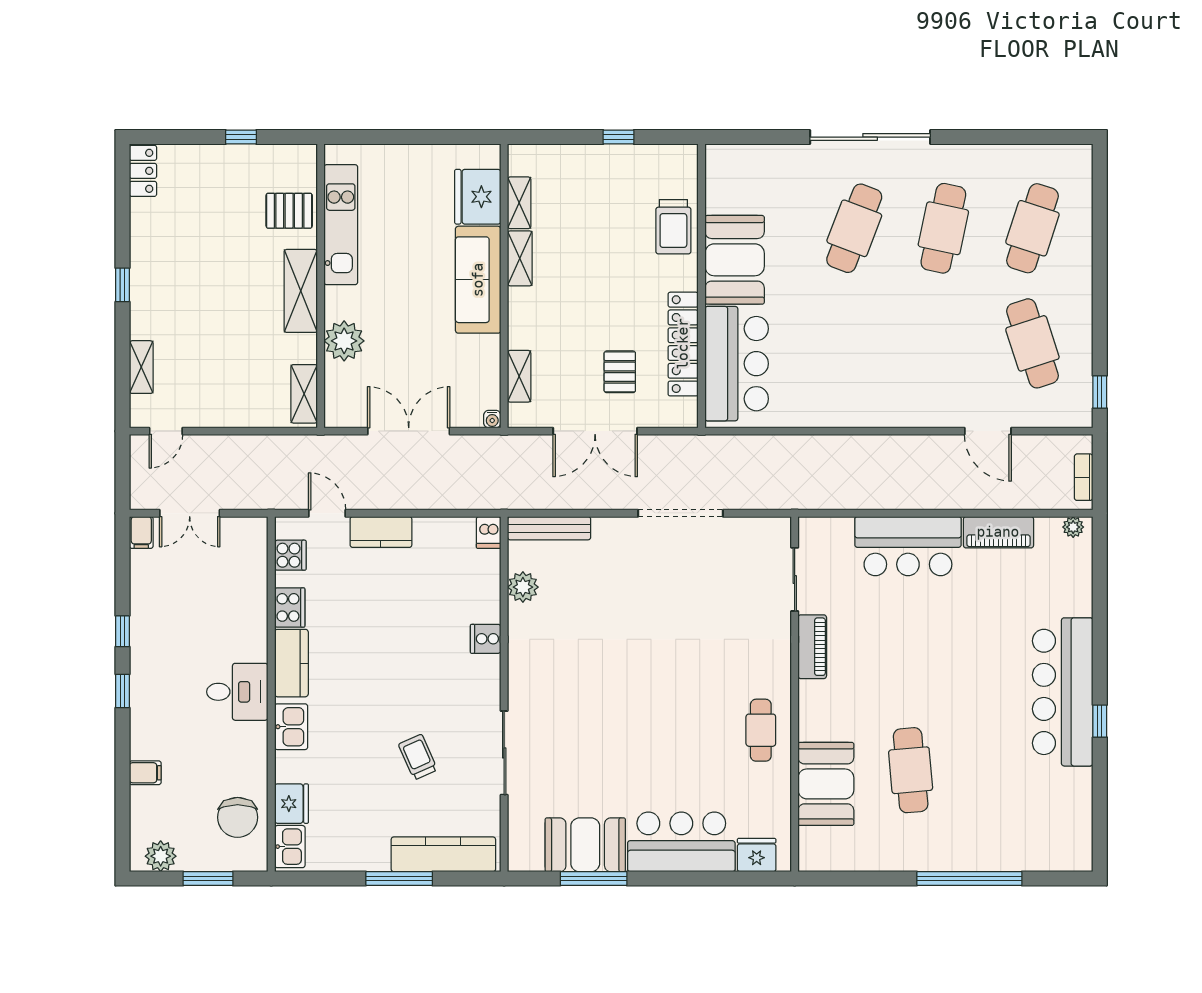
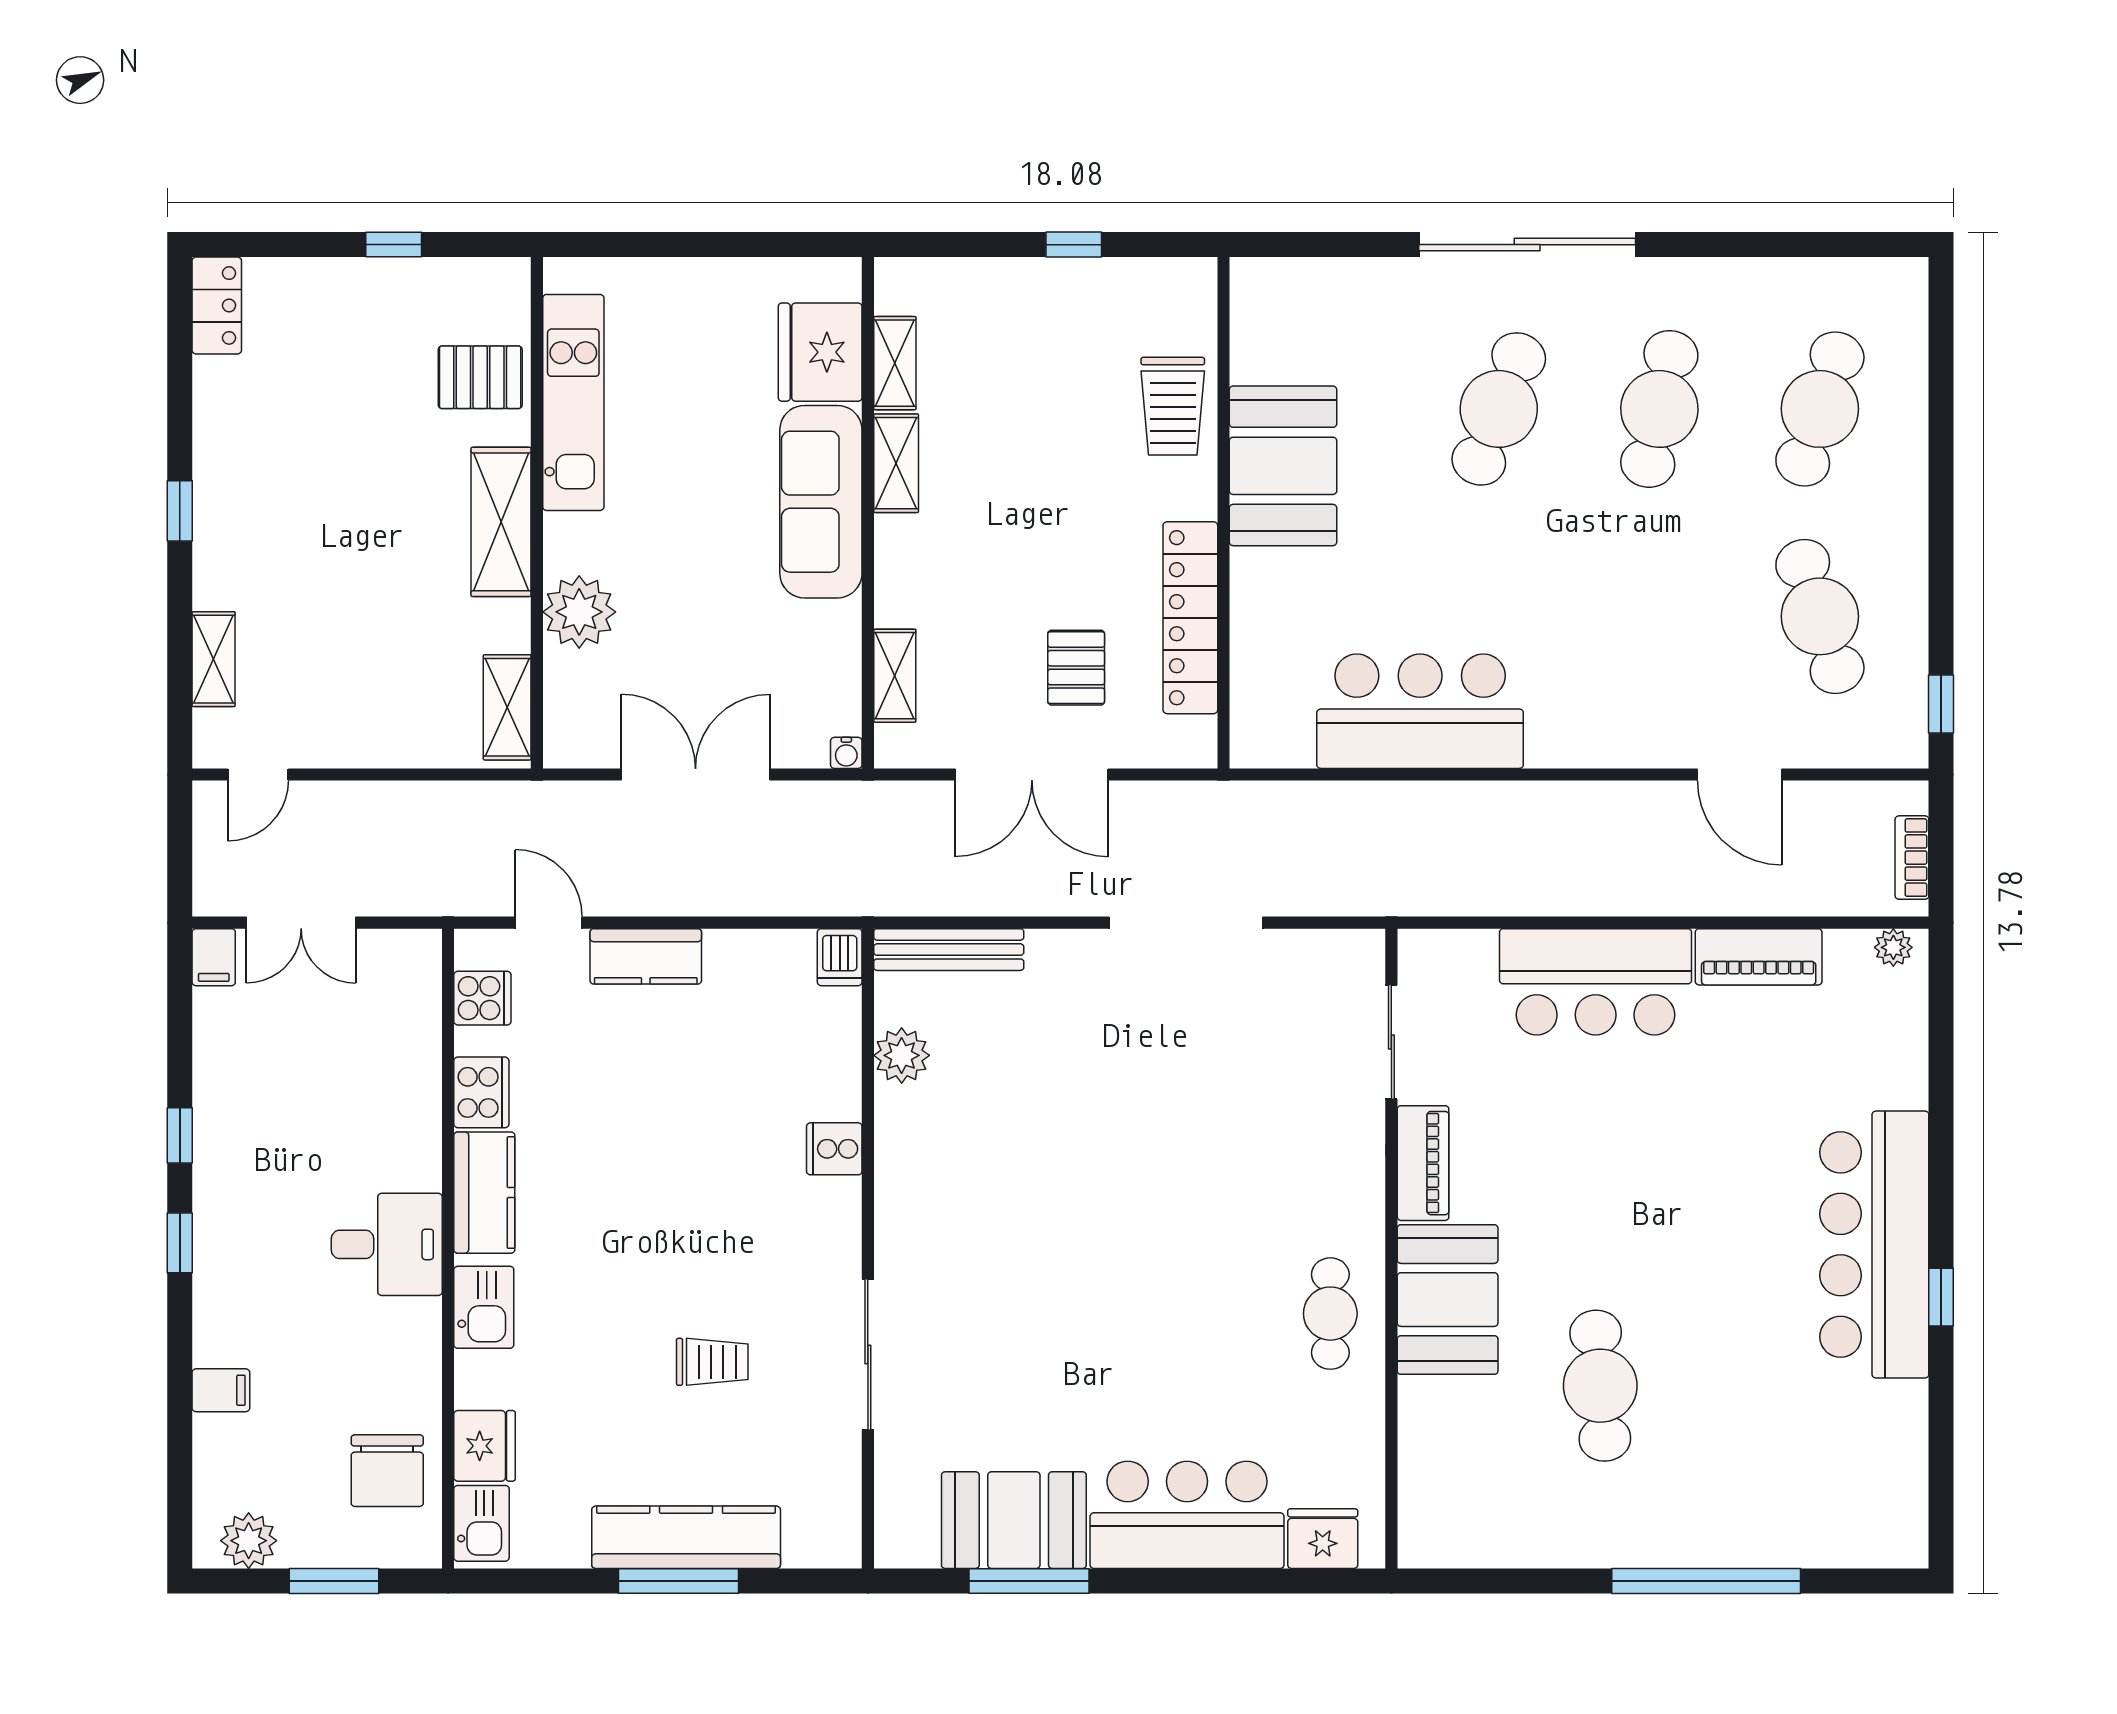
bar counter: (737, 364) -> (1420, 711), moved, turned -90
trolley: (418, 757) -> (712, 1362), turned 114
booth: (826, 784) -> (1448, 1300), moved
kitchen counter: (443, 854) -> (686, 1537), moved

